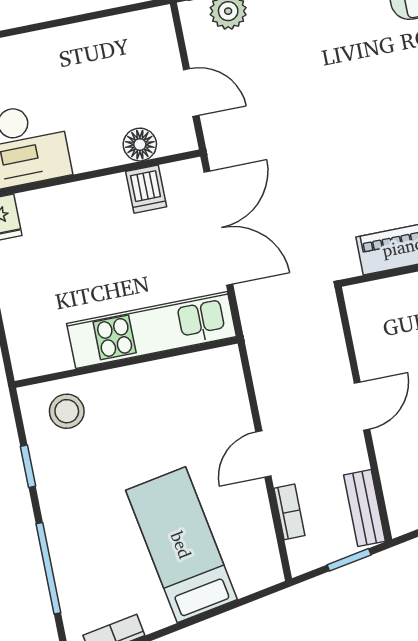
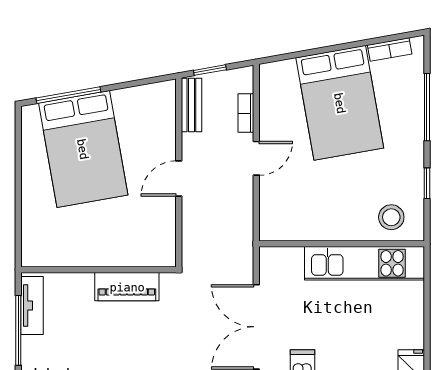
kitchen unit: (152, 330) -> (364, 263), moved
bed: (181, 545) -> (340, 103), width x1.50

